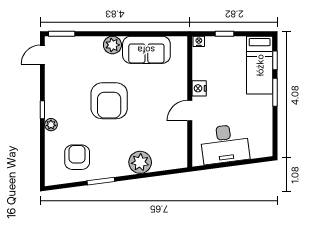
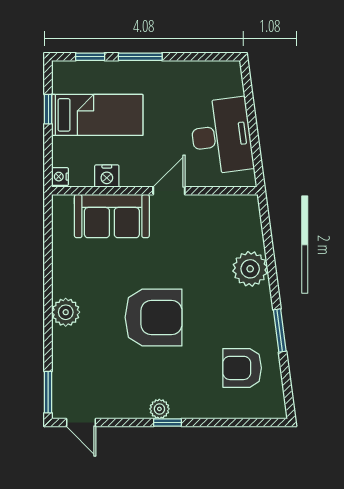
window: (225, 34) -> (48, 109), moved
sofa: (146, 50) -> (112, 216), moved, turned 90
bed: (260, 65) -> (97, 115), moved
nightstand: (199, 88) -> (107, 176), moved
door: (190, 111) -> (169, 191), swing flipped
plant: (51, 125) -> (159, 409), moved

